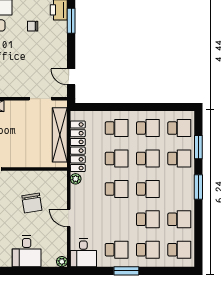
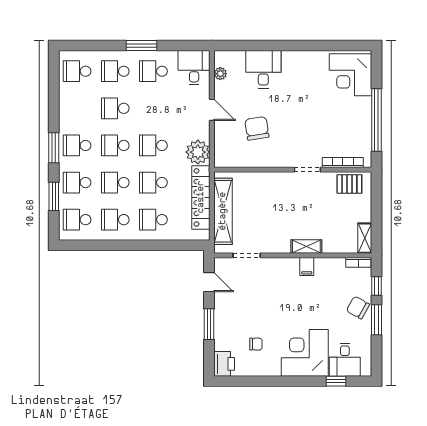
window: (71, 21) -> (209, 324), moved
plant: (76, 179) -> (198, 152), width x1.88, depth x1.88
school desk: (179, 219) -> (77, 145), moved
plant: (62, 262) -> (220, 74), moved

